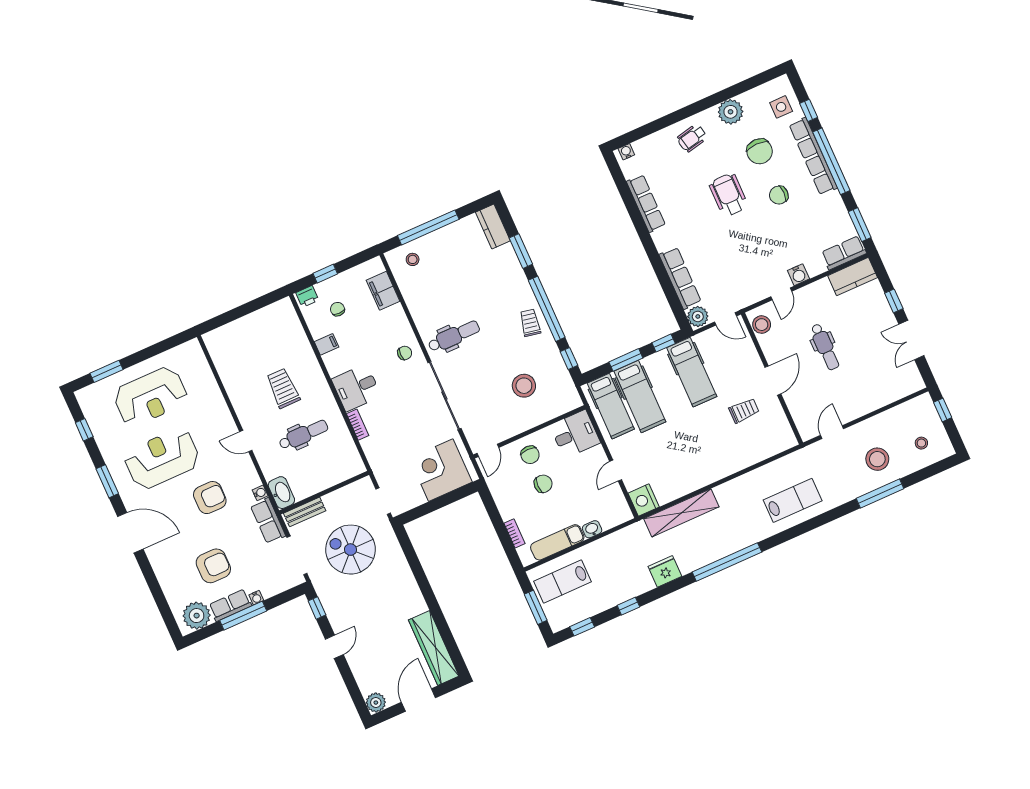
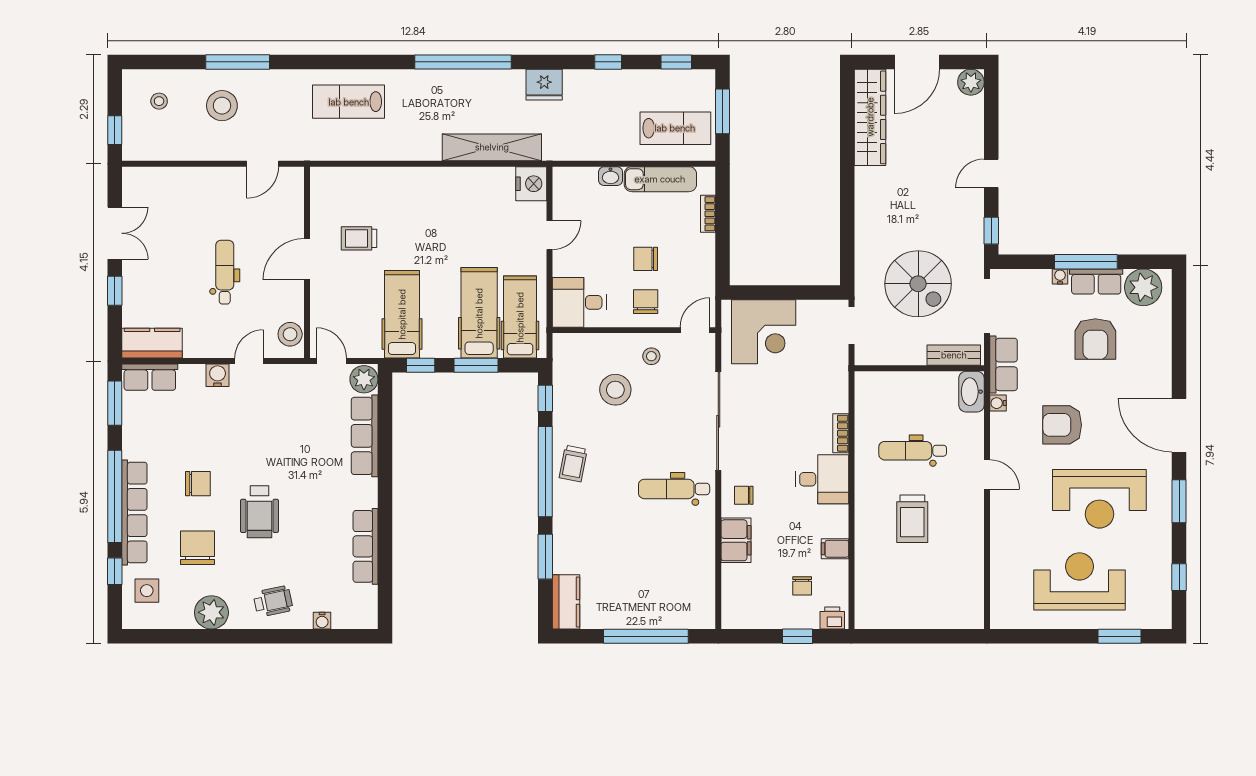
water cooler: (626, 152) -> (322, 621), moved
stool: (413, 259) -> (651, 356), moved
filing cabinet: (383, 291) -> (736, 540), moved
armchair: (213, 566) -> (1095, 339), turned -90

